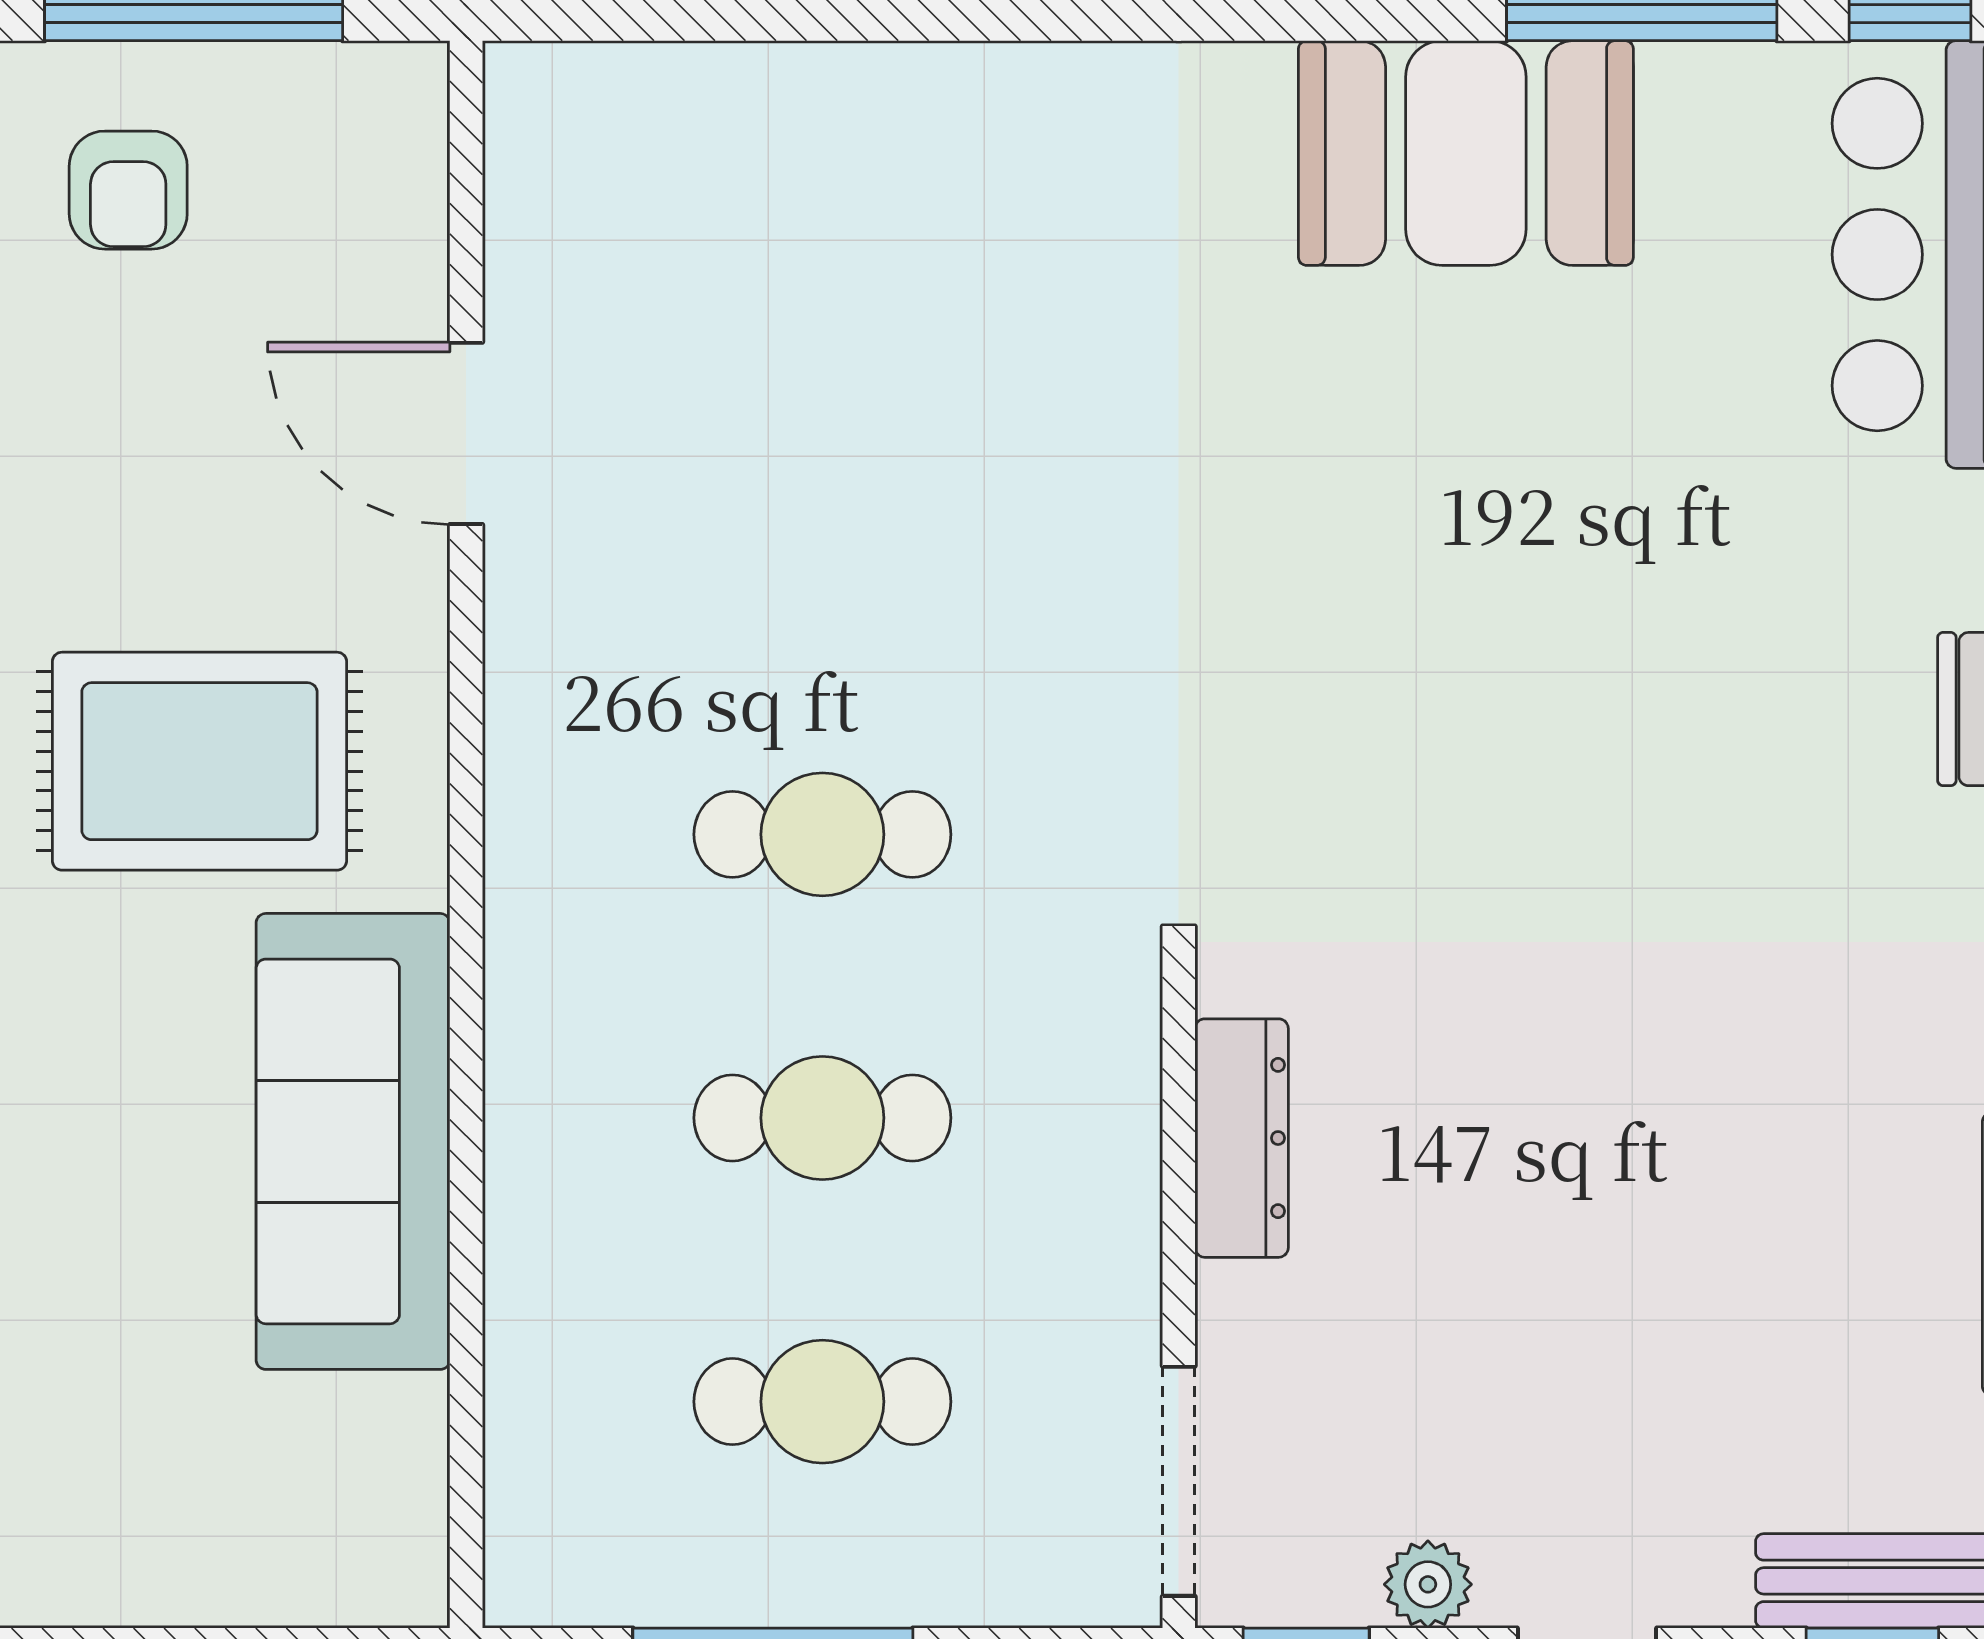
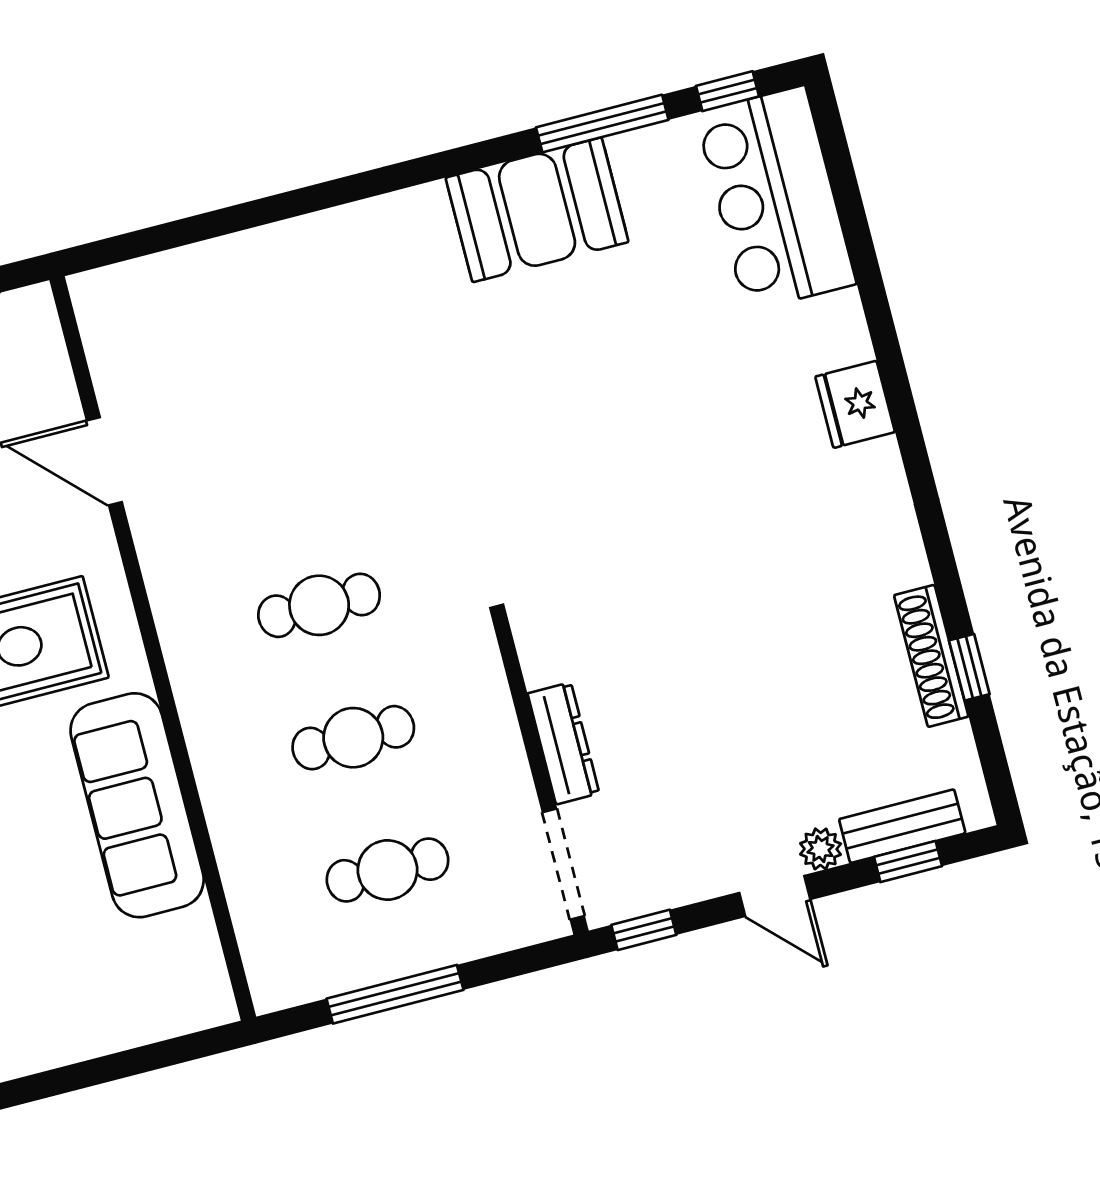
dresser: (1242, 1138) -> (563, 743), moved
plant: (1428, 1584) -> (821, 849), moved

